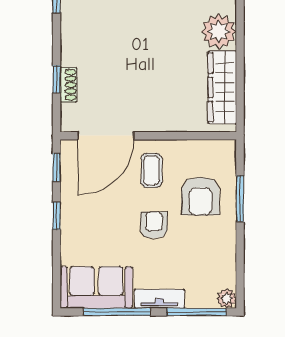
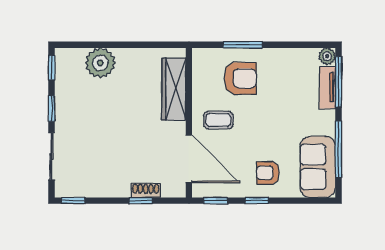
wardrobe: (222, 87) -> (174, 89), moved, turned 90
armchair: (154, 225) -> (268, 173), moved
tv unit: (159, 299) -> (327, 87), moved

